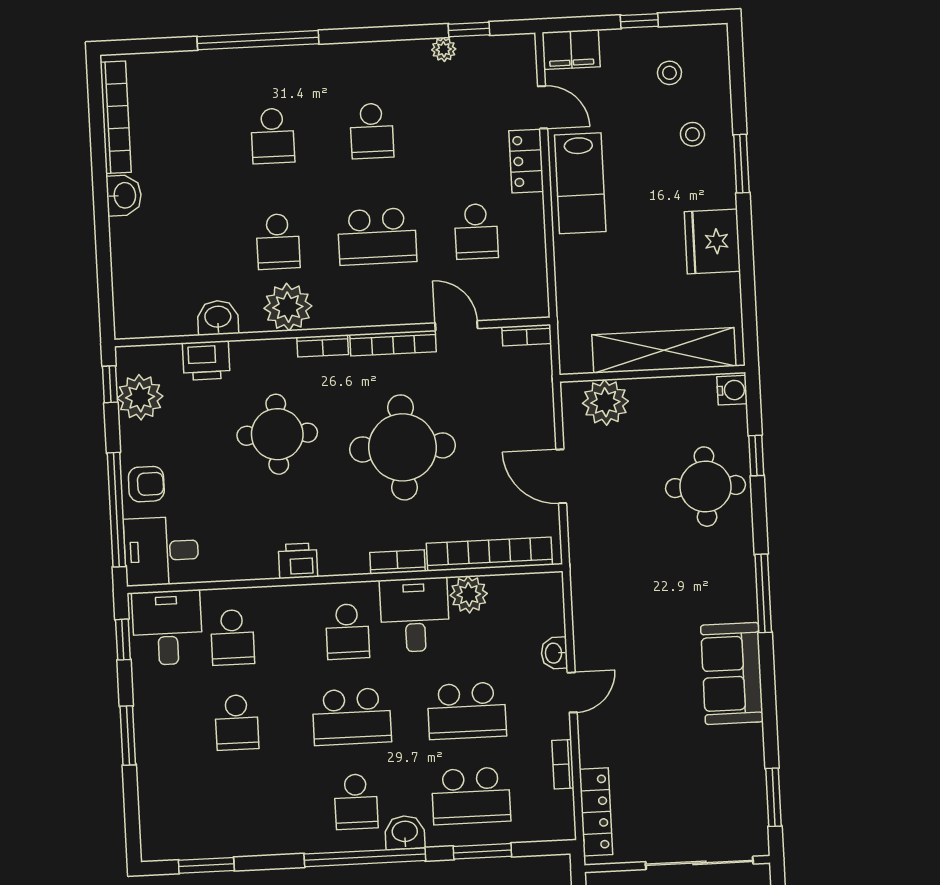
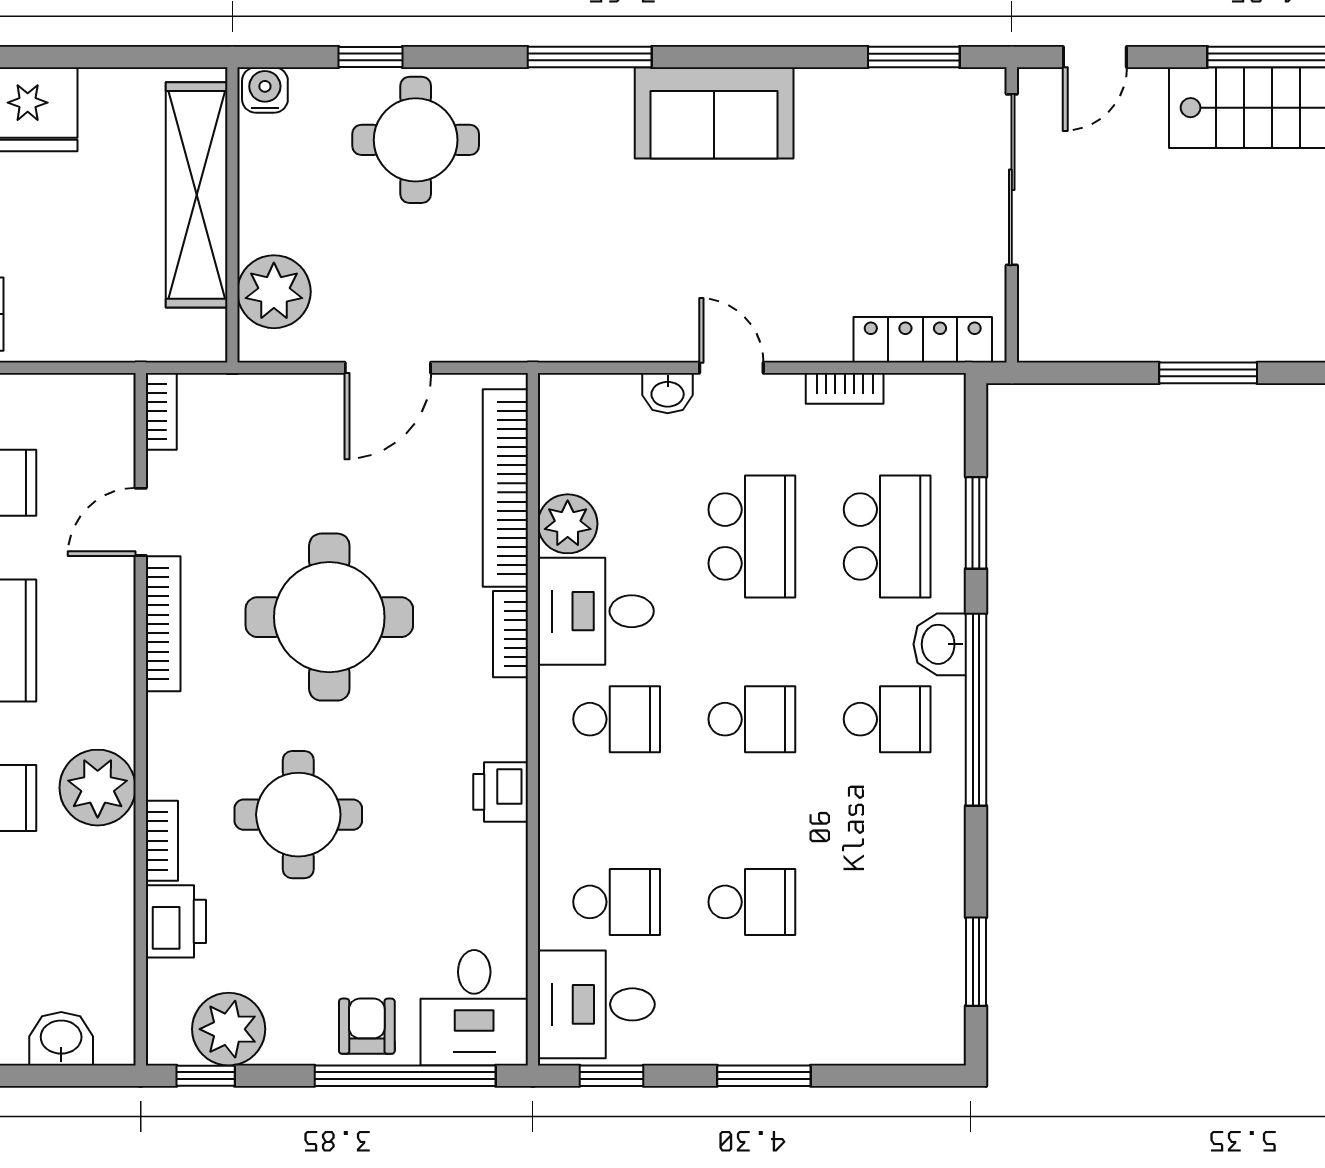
washbasin: (218, 318) -> (61, 1039), moved, turned 90
bookcase: (323, 346) -> (162, 841), moved
school desk: (352, 717) -> (752, 719), width x0.54

